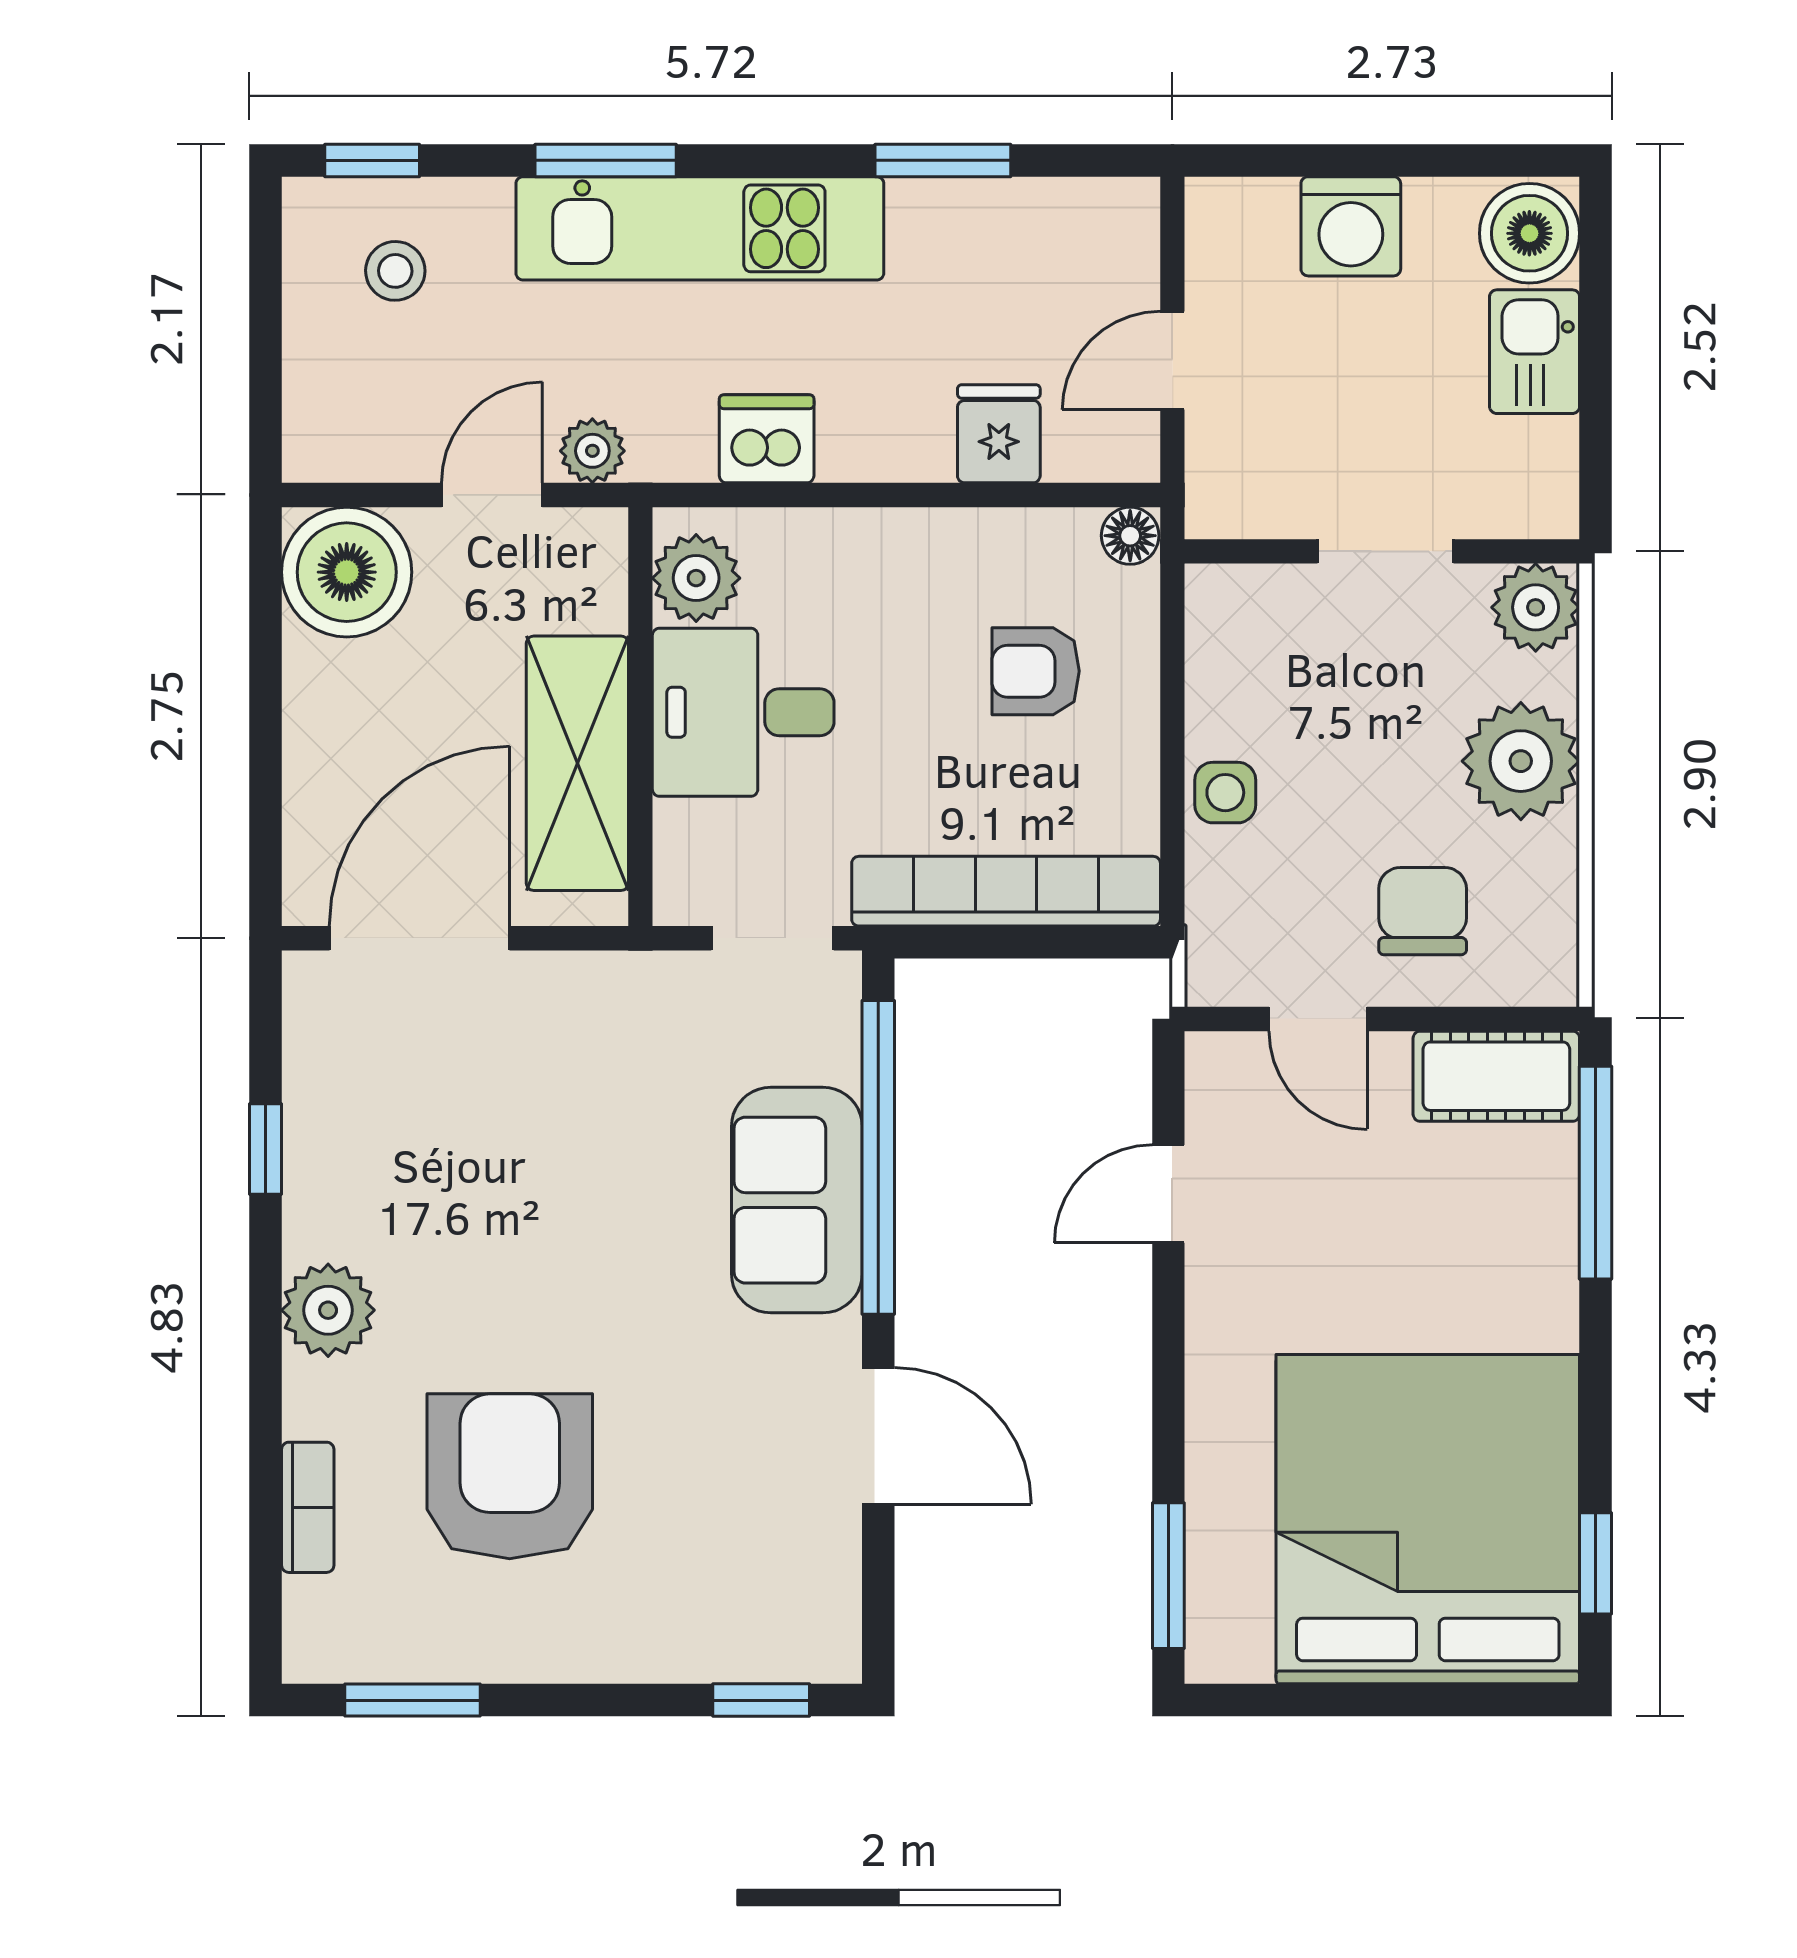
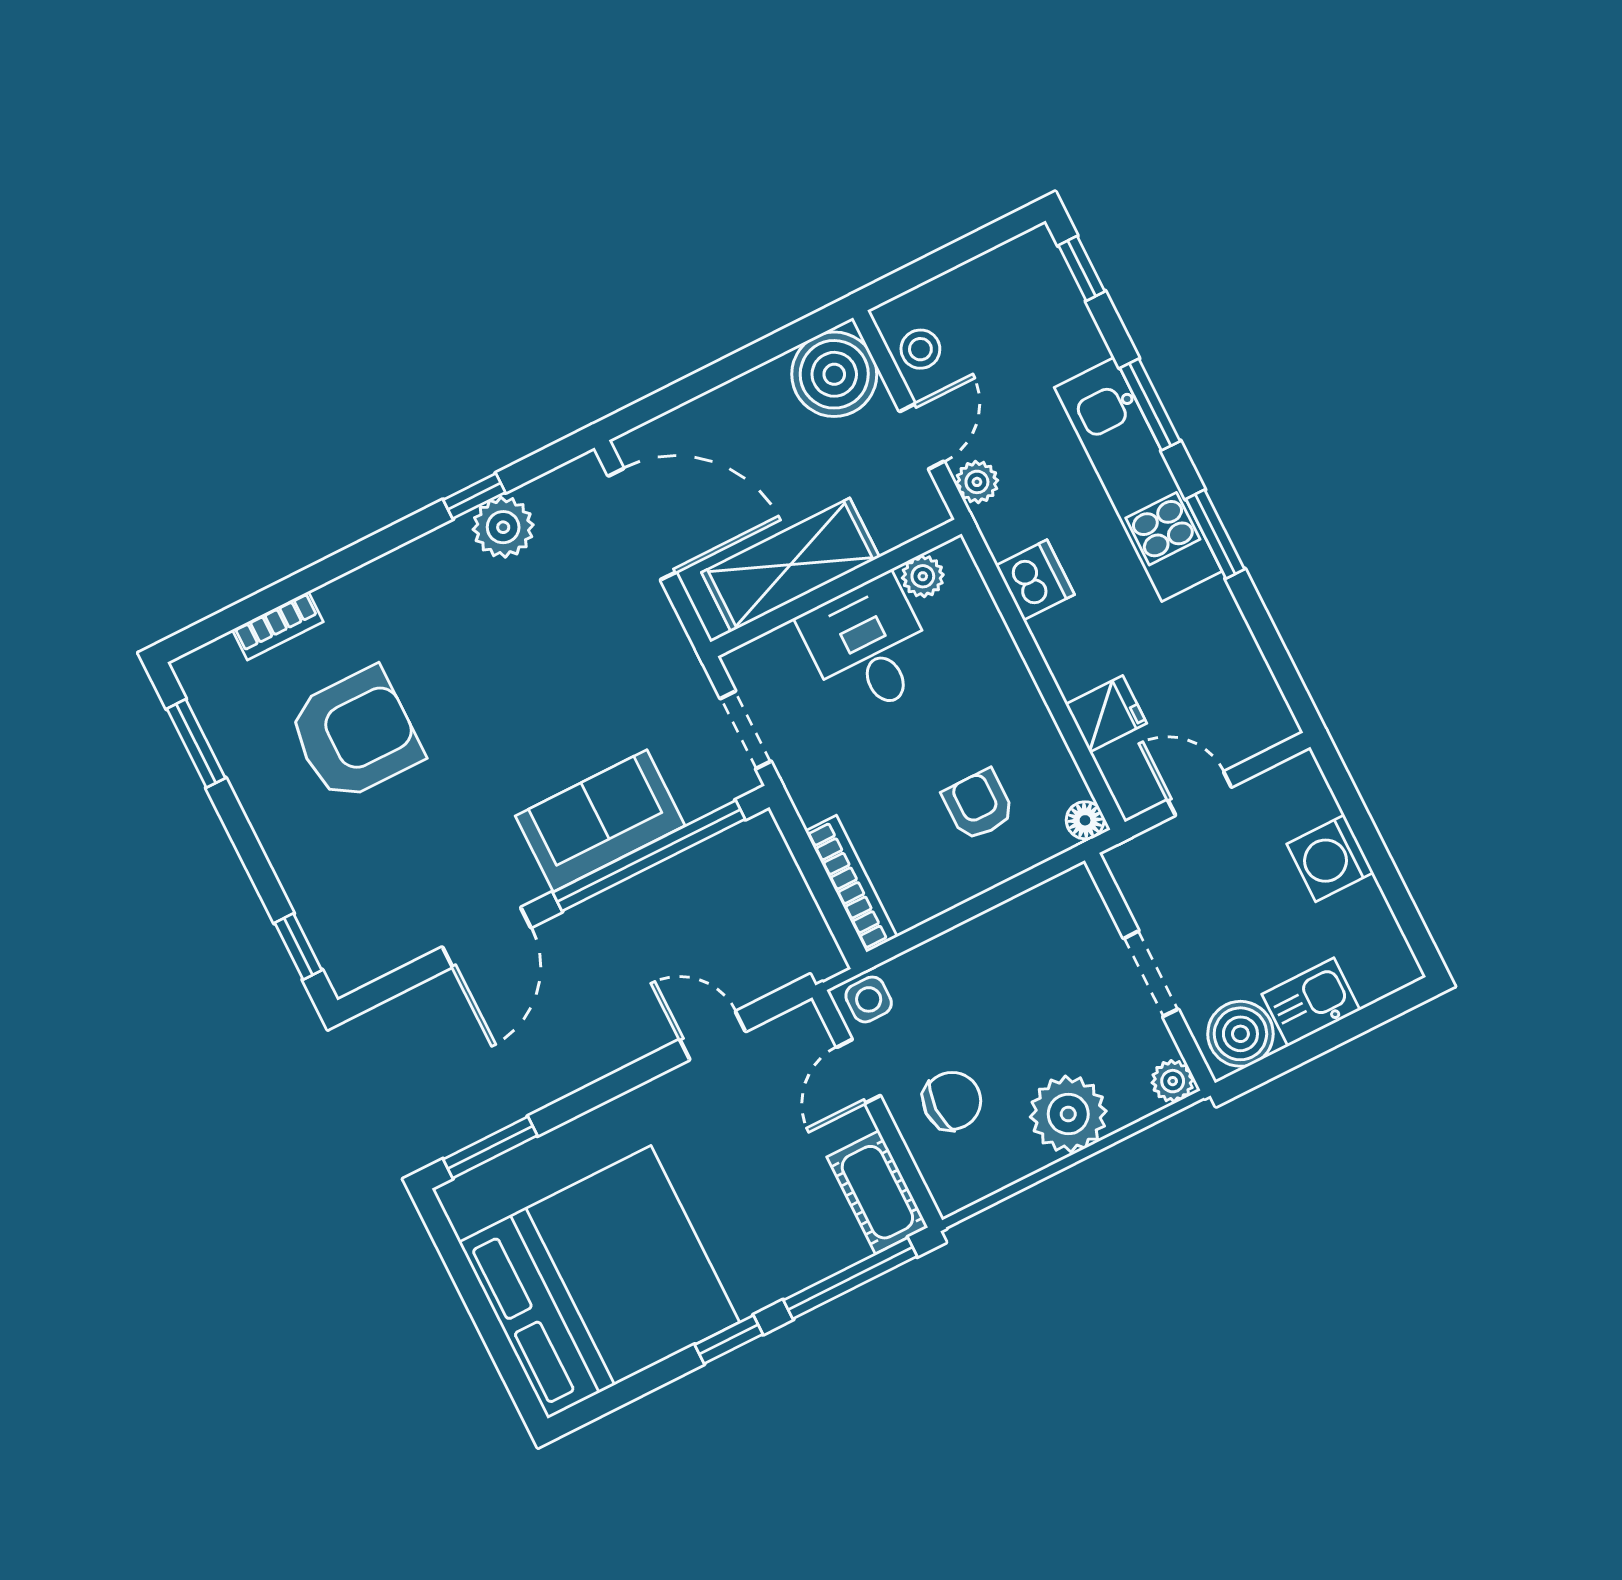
window: (943, 160) -> (1215, 534), moved
boiler: (1529, 233) -> (1240, 1034), moved
stool: (395, 271) -> (920, 349), moved
door: (492, 495) -> (922, 436), hinge flipped
plant: (696, 578) -> (923, 576), width x0.73, depth x0.73
plant: (1536, 607) -> (1173, 1081), width x0.73, depth x0.73
side table: (1225, 793) -> (869, 999), moved
bookcase: (1006, 891) -> (851, 884), width x0.68, depth x0.76
plant: (328, 1310) -> (503, 527), moved
window: (1596, 1563) -> (729, 1339), moved

